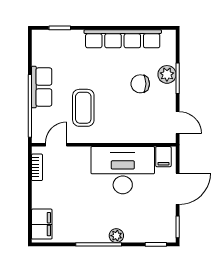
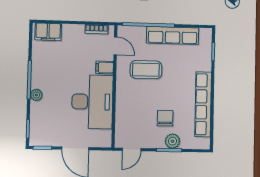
row of seats: (42, 87) -> (173, 35), width x1.48
filing cabinet: (163, 157) -> (105, 68), moved

